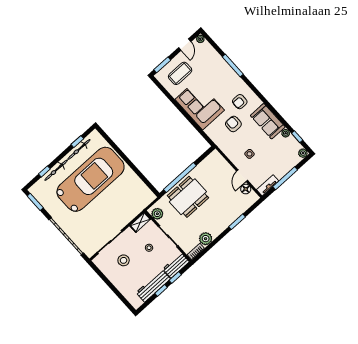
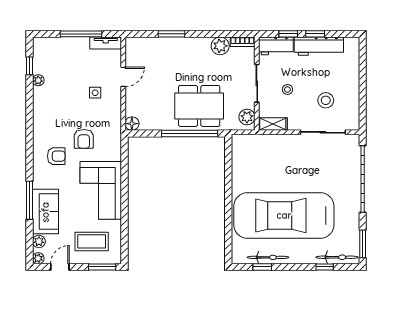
sofa: (268, 121) -> (45, 212), moved
plant: (303, 153) -> (39, 241), moved
bicycle: (56, 170) -> (337, 257), moved
floor lamp: (246, 189) -> (132, 124), moved

